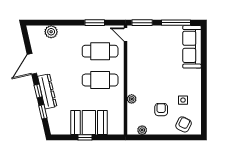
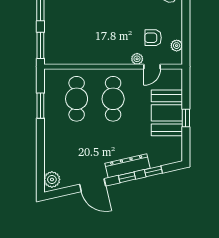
plant: (51, 32) -> (52, 179), moved
door: (125, 34) -> (152, 67), moved
armchair: (161, 110) -> (153, 38), moved

